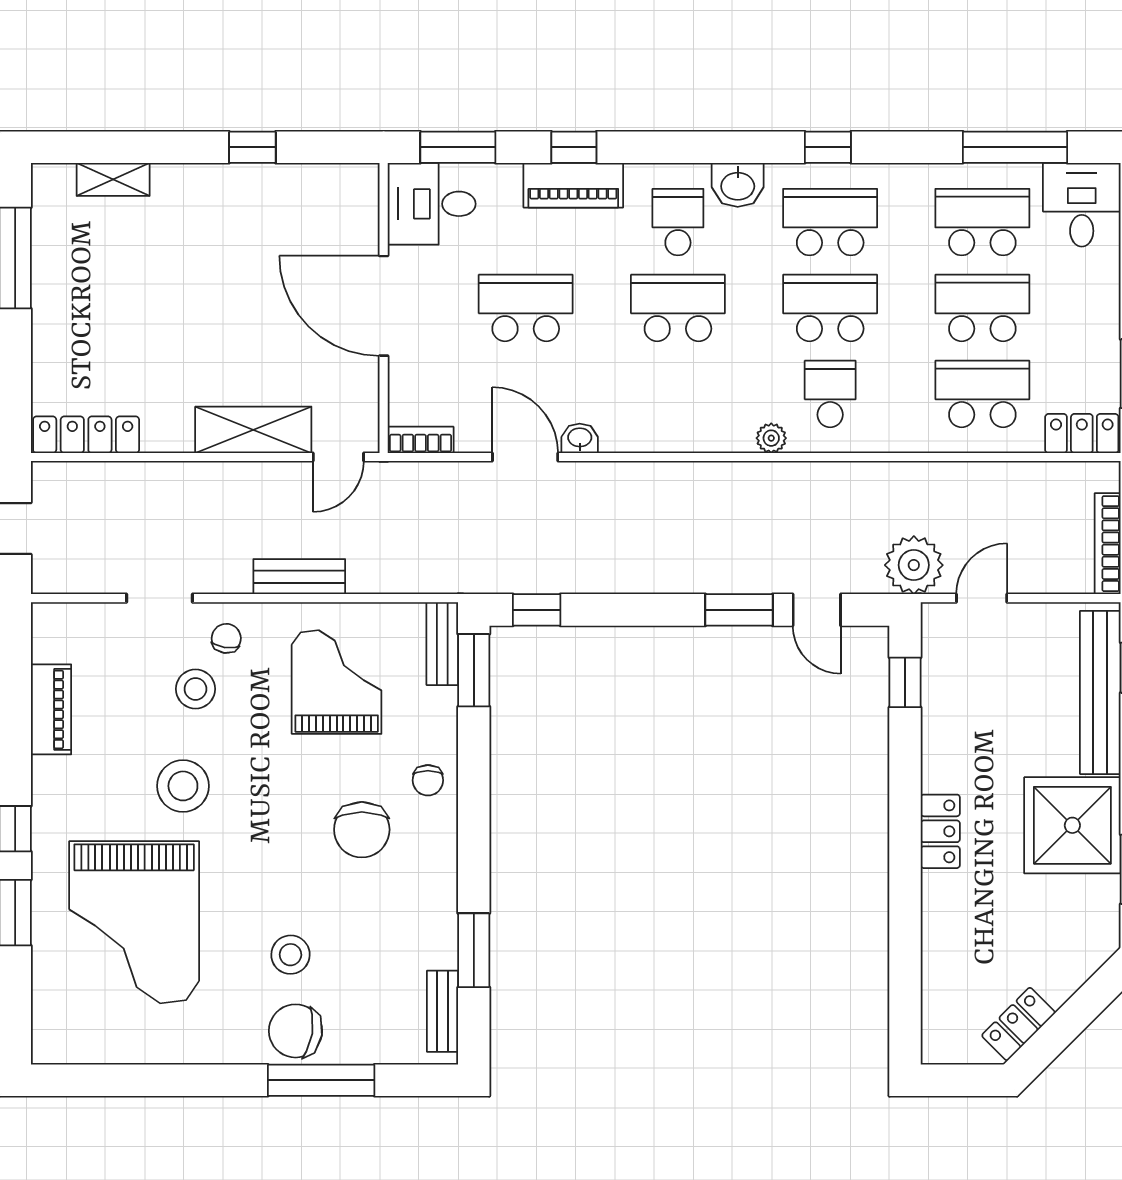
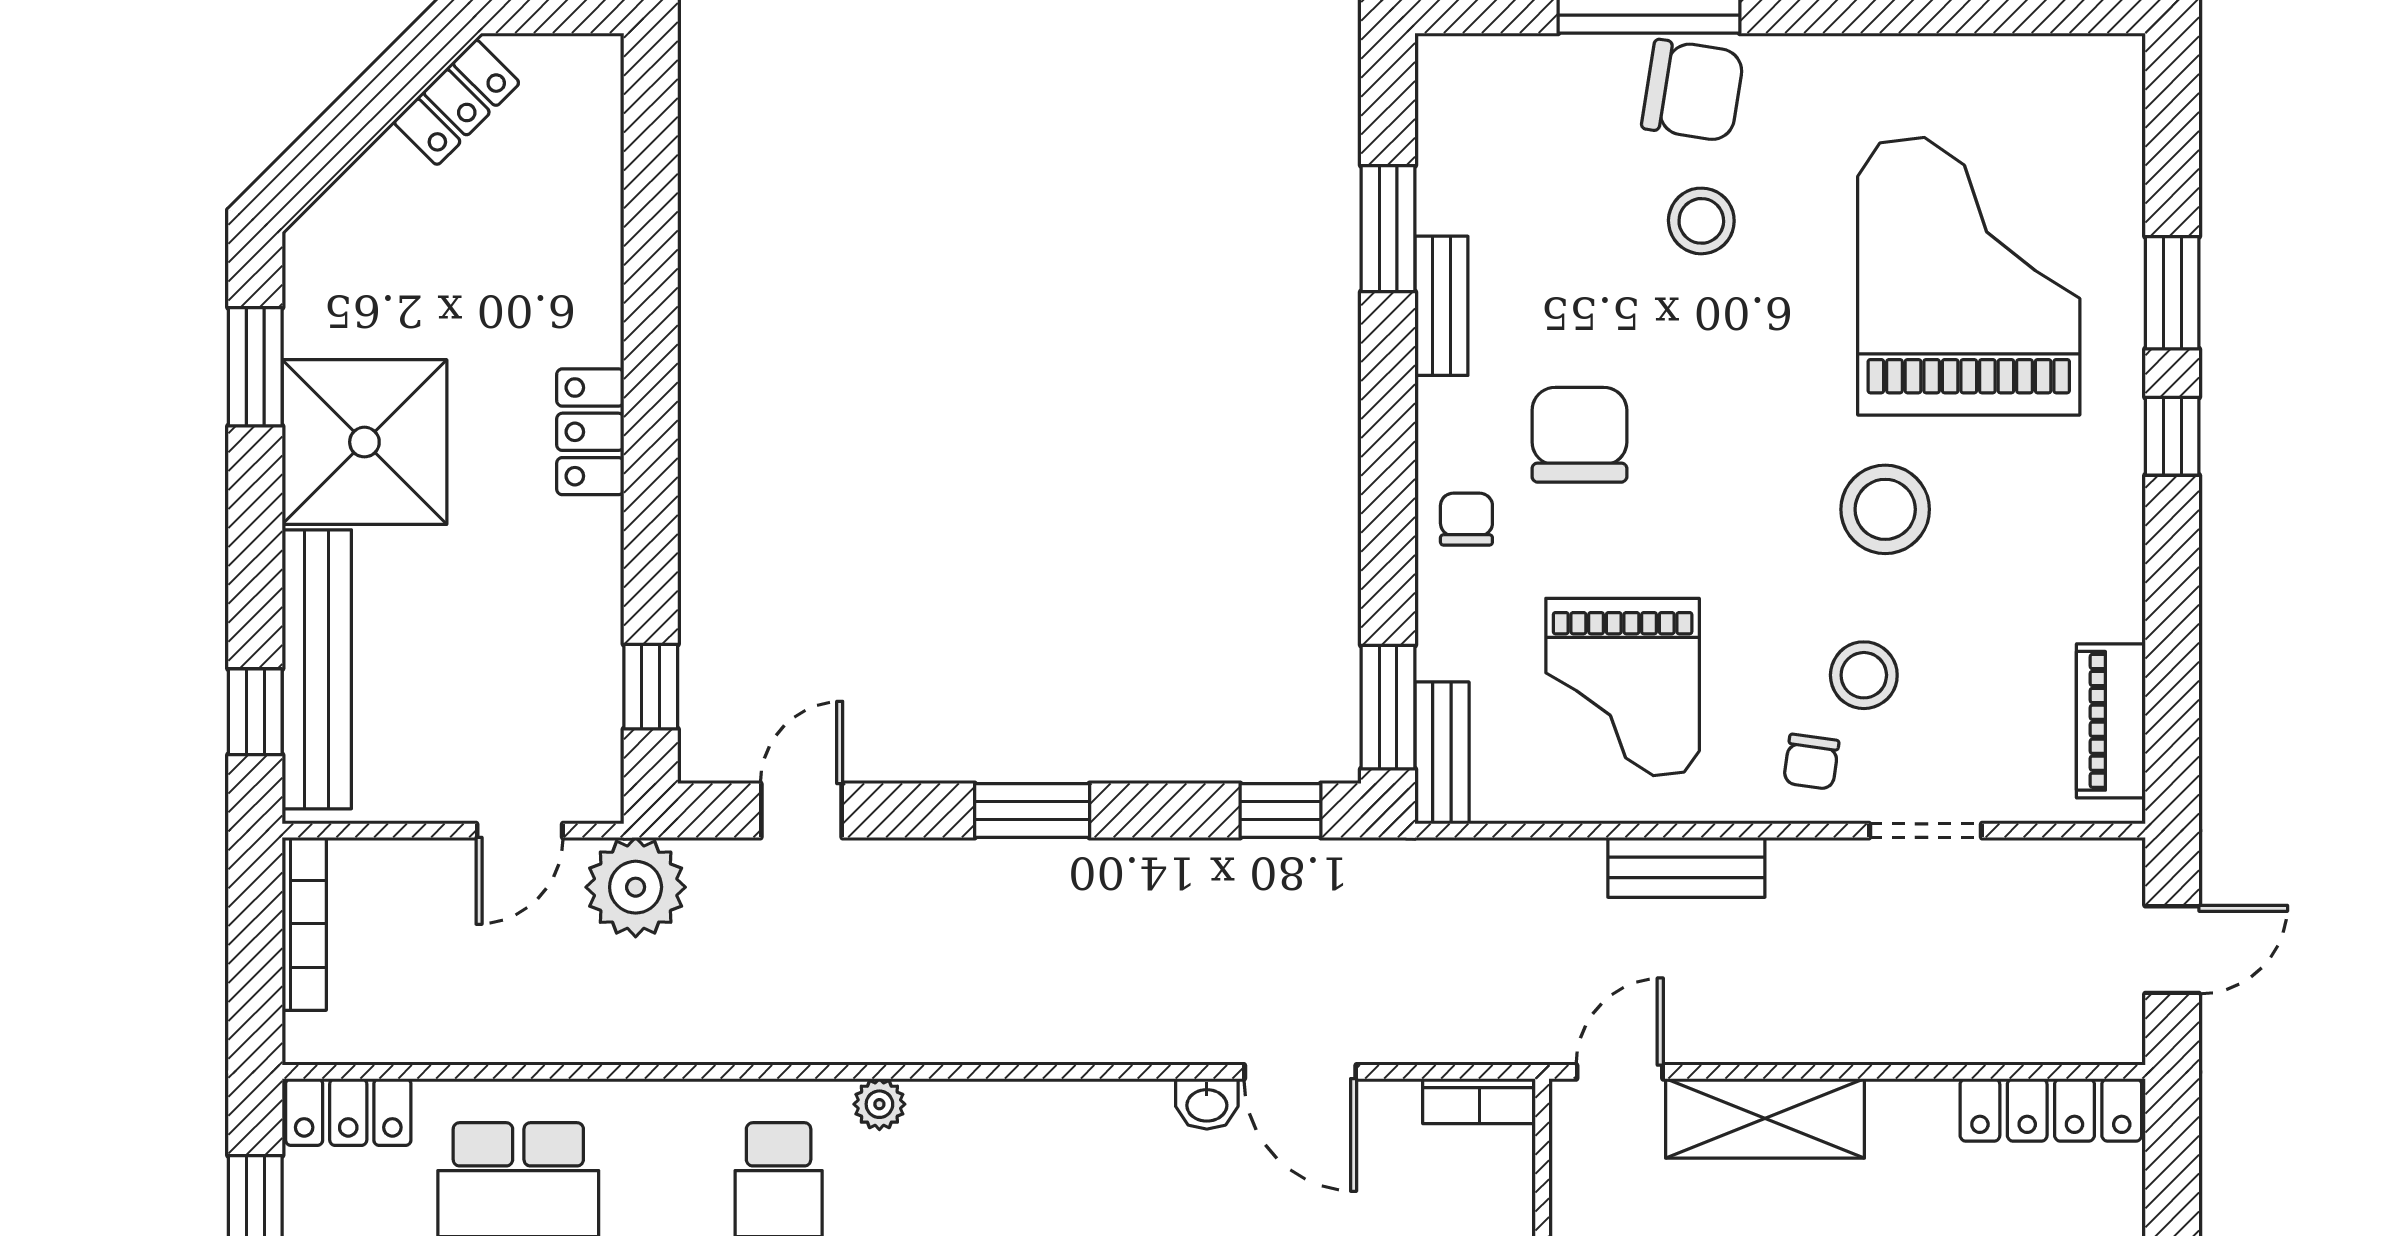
window: (739, 610) -> (1032, 811), moved
door: (817, 610) -> (801, 811), hinge flipped
piano: (51, 709) -> (2111, 721), moved
bench: (443, 1011) -> (1441, 306), moved

